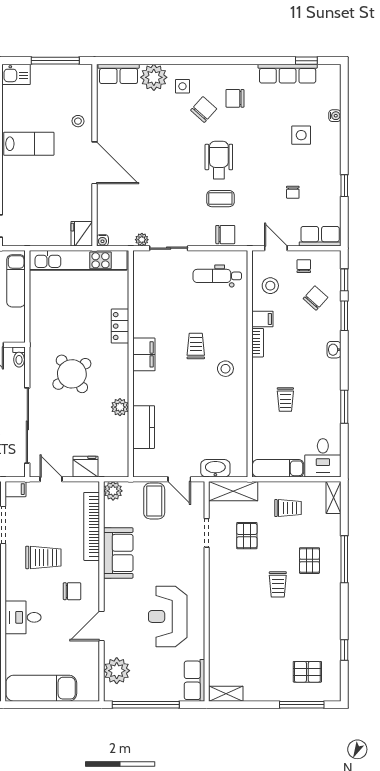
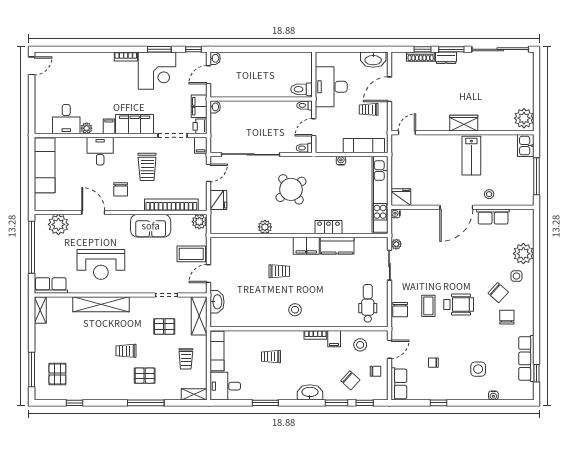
row of seats: (119, 74) -> (493, 216), moved, turned -90
water cooler: (35, 310) -> (341, 161), added
trolley: (196, 346) -> (279, 271), moved
washbasin: (334, 350) -> (310, 392), width x1.91, depth x1.45
kitchen counter: (144, 427) -> (337, 246), moved
reception desk: (168, 616) -> (101, 264), turned 180
shelving: (218, 616) -> (101, 304), added

